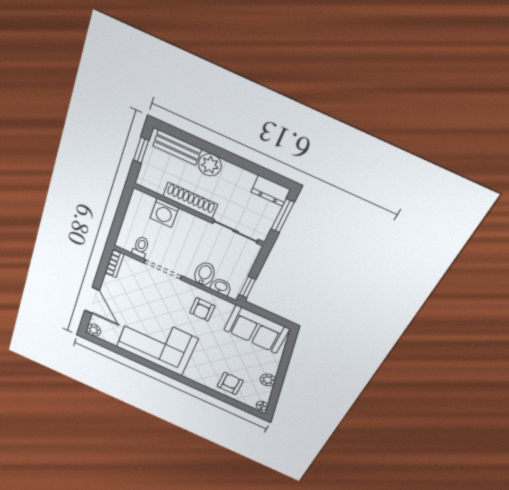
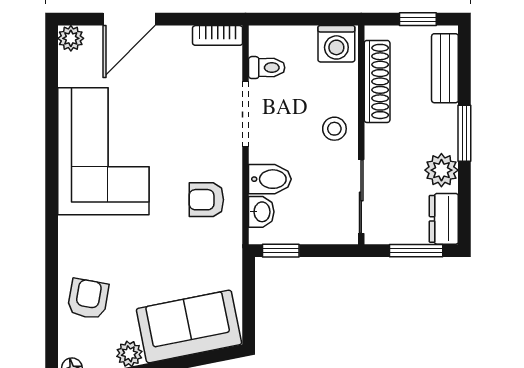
window: (223, 154) -> (464, 133), added
plant: (210, 165) -> (441, 170), moved
shoe rack: (190, 200) -> (377, 81), moved
washing machine: (164, 213) -> (336, 44), moved, turned -90
stool: (189, 228) -> (334, 129), added
sofa: (256, 329) -> (189, 326), moved, turned 79
armchair: (230, 383) -> (88, 299), turned -80

